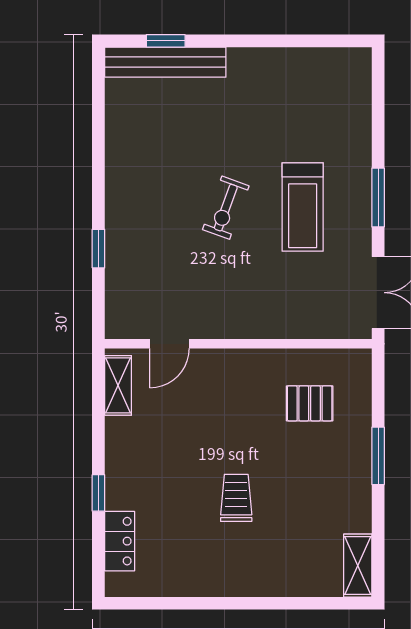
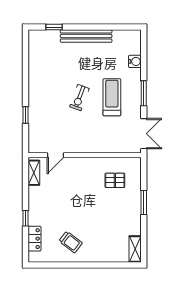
bench: (165, 62) -> (86, 36), moved
water cooler: (357, 122) -> (135, 61), added
treadmill: (303, 207) -> (112, 97), turned 180
trolley: (236, 498) -> (71, 242), moved, turned 127

